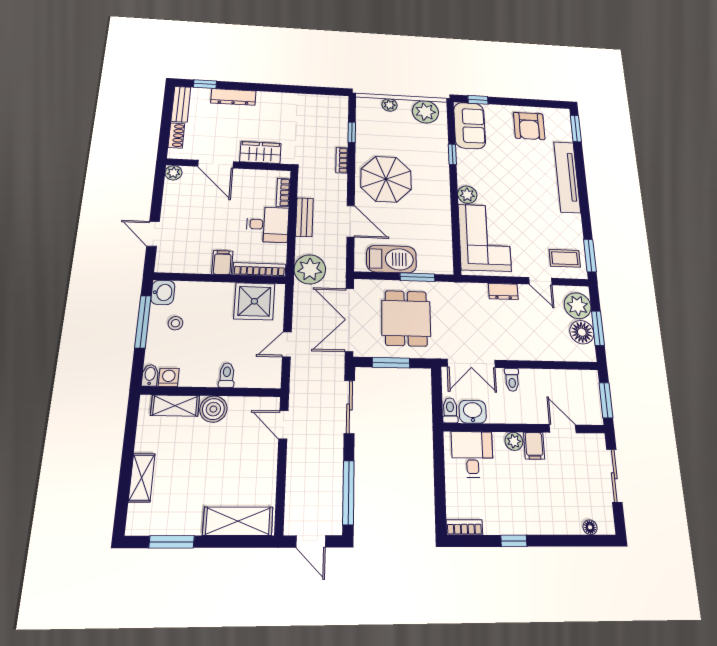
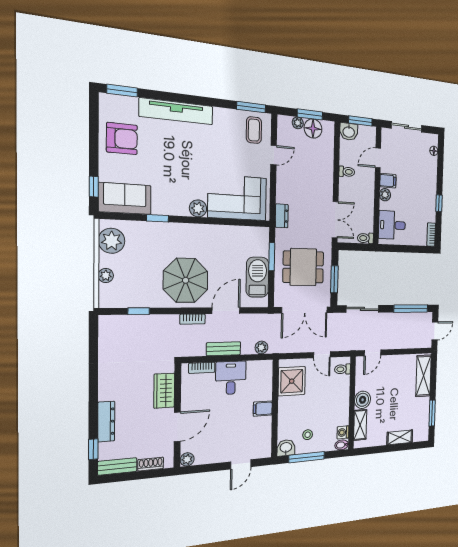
bookcase: (342, 160) -> (192, 319), moved
bookcase: (259, 269) -> (268, 380), removed
plant: (310, 269) -> (261, 347), width x0.53, depth x0.53
dresser: (503, 291) -> (282, 216), moved
plant: (578, 306) -> (298, 123), width x0.53, depth x0.53
toilet: (227, 375) -> (343, 369), moved
toilet: (512, 380) -> (347, 172), moved
washbasin: (473, 412) -> (349, 132), moved, turned -90

